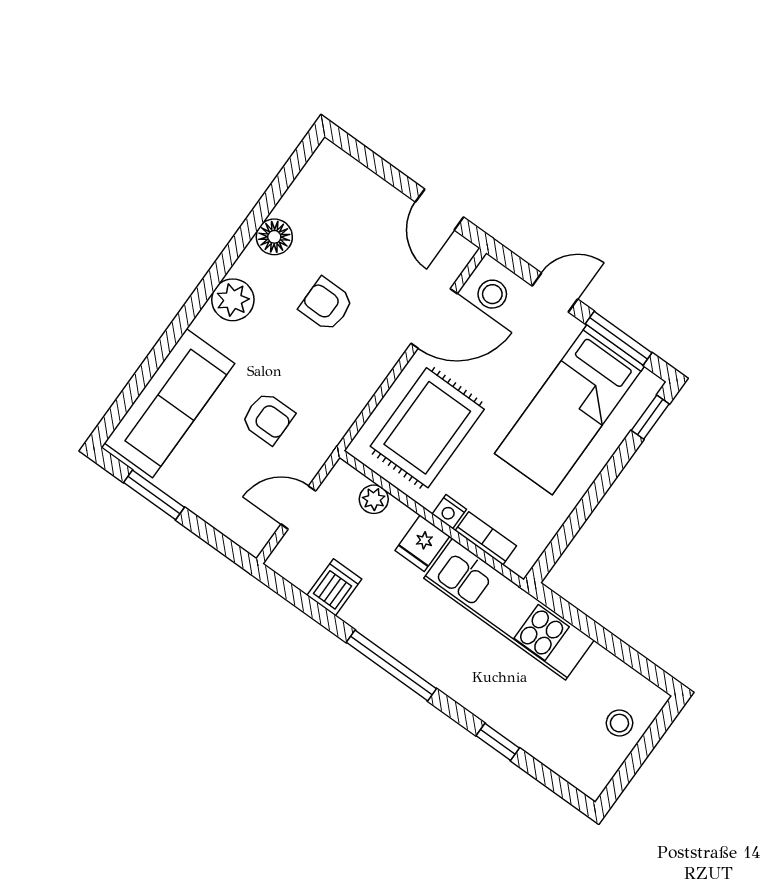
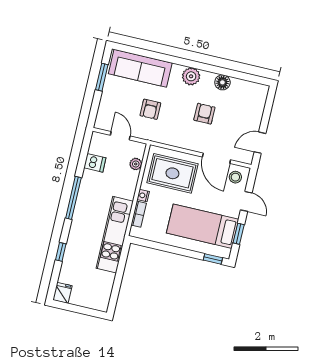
window: (619, 338) -> (239, 234), width x0.67
fridge: (422, 543) -> (62, 293), moved, turned 90
stool: (619, 723) -> (88, 297), removed

